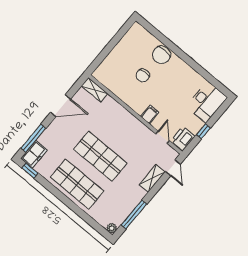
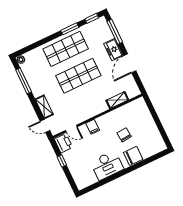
chair: (162, 55) -> (133, 156), turned 90
shelving: (95, 90) -> (117, 100), moved
desk: (207, 102) -> (107, 165), moved, turned -90
freezer: (34, 154) -> (113, 50), moved
window: (53, 190) -> (70, 29), added

